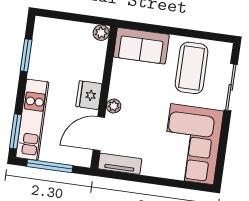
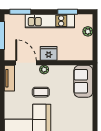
plant: (101, 33) -> (88, 31), moved
coffee table: (192, 68) -> (41, 92), moved, width x0.54, depth x0.58
kitchen unit: (32, 120) -> (50, 21), moved

